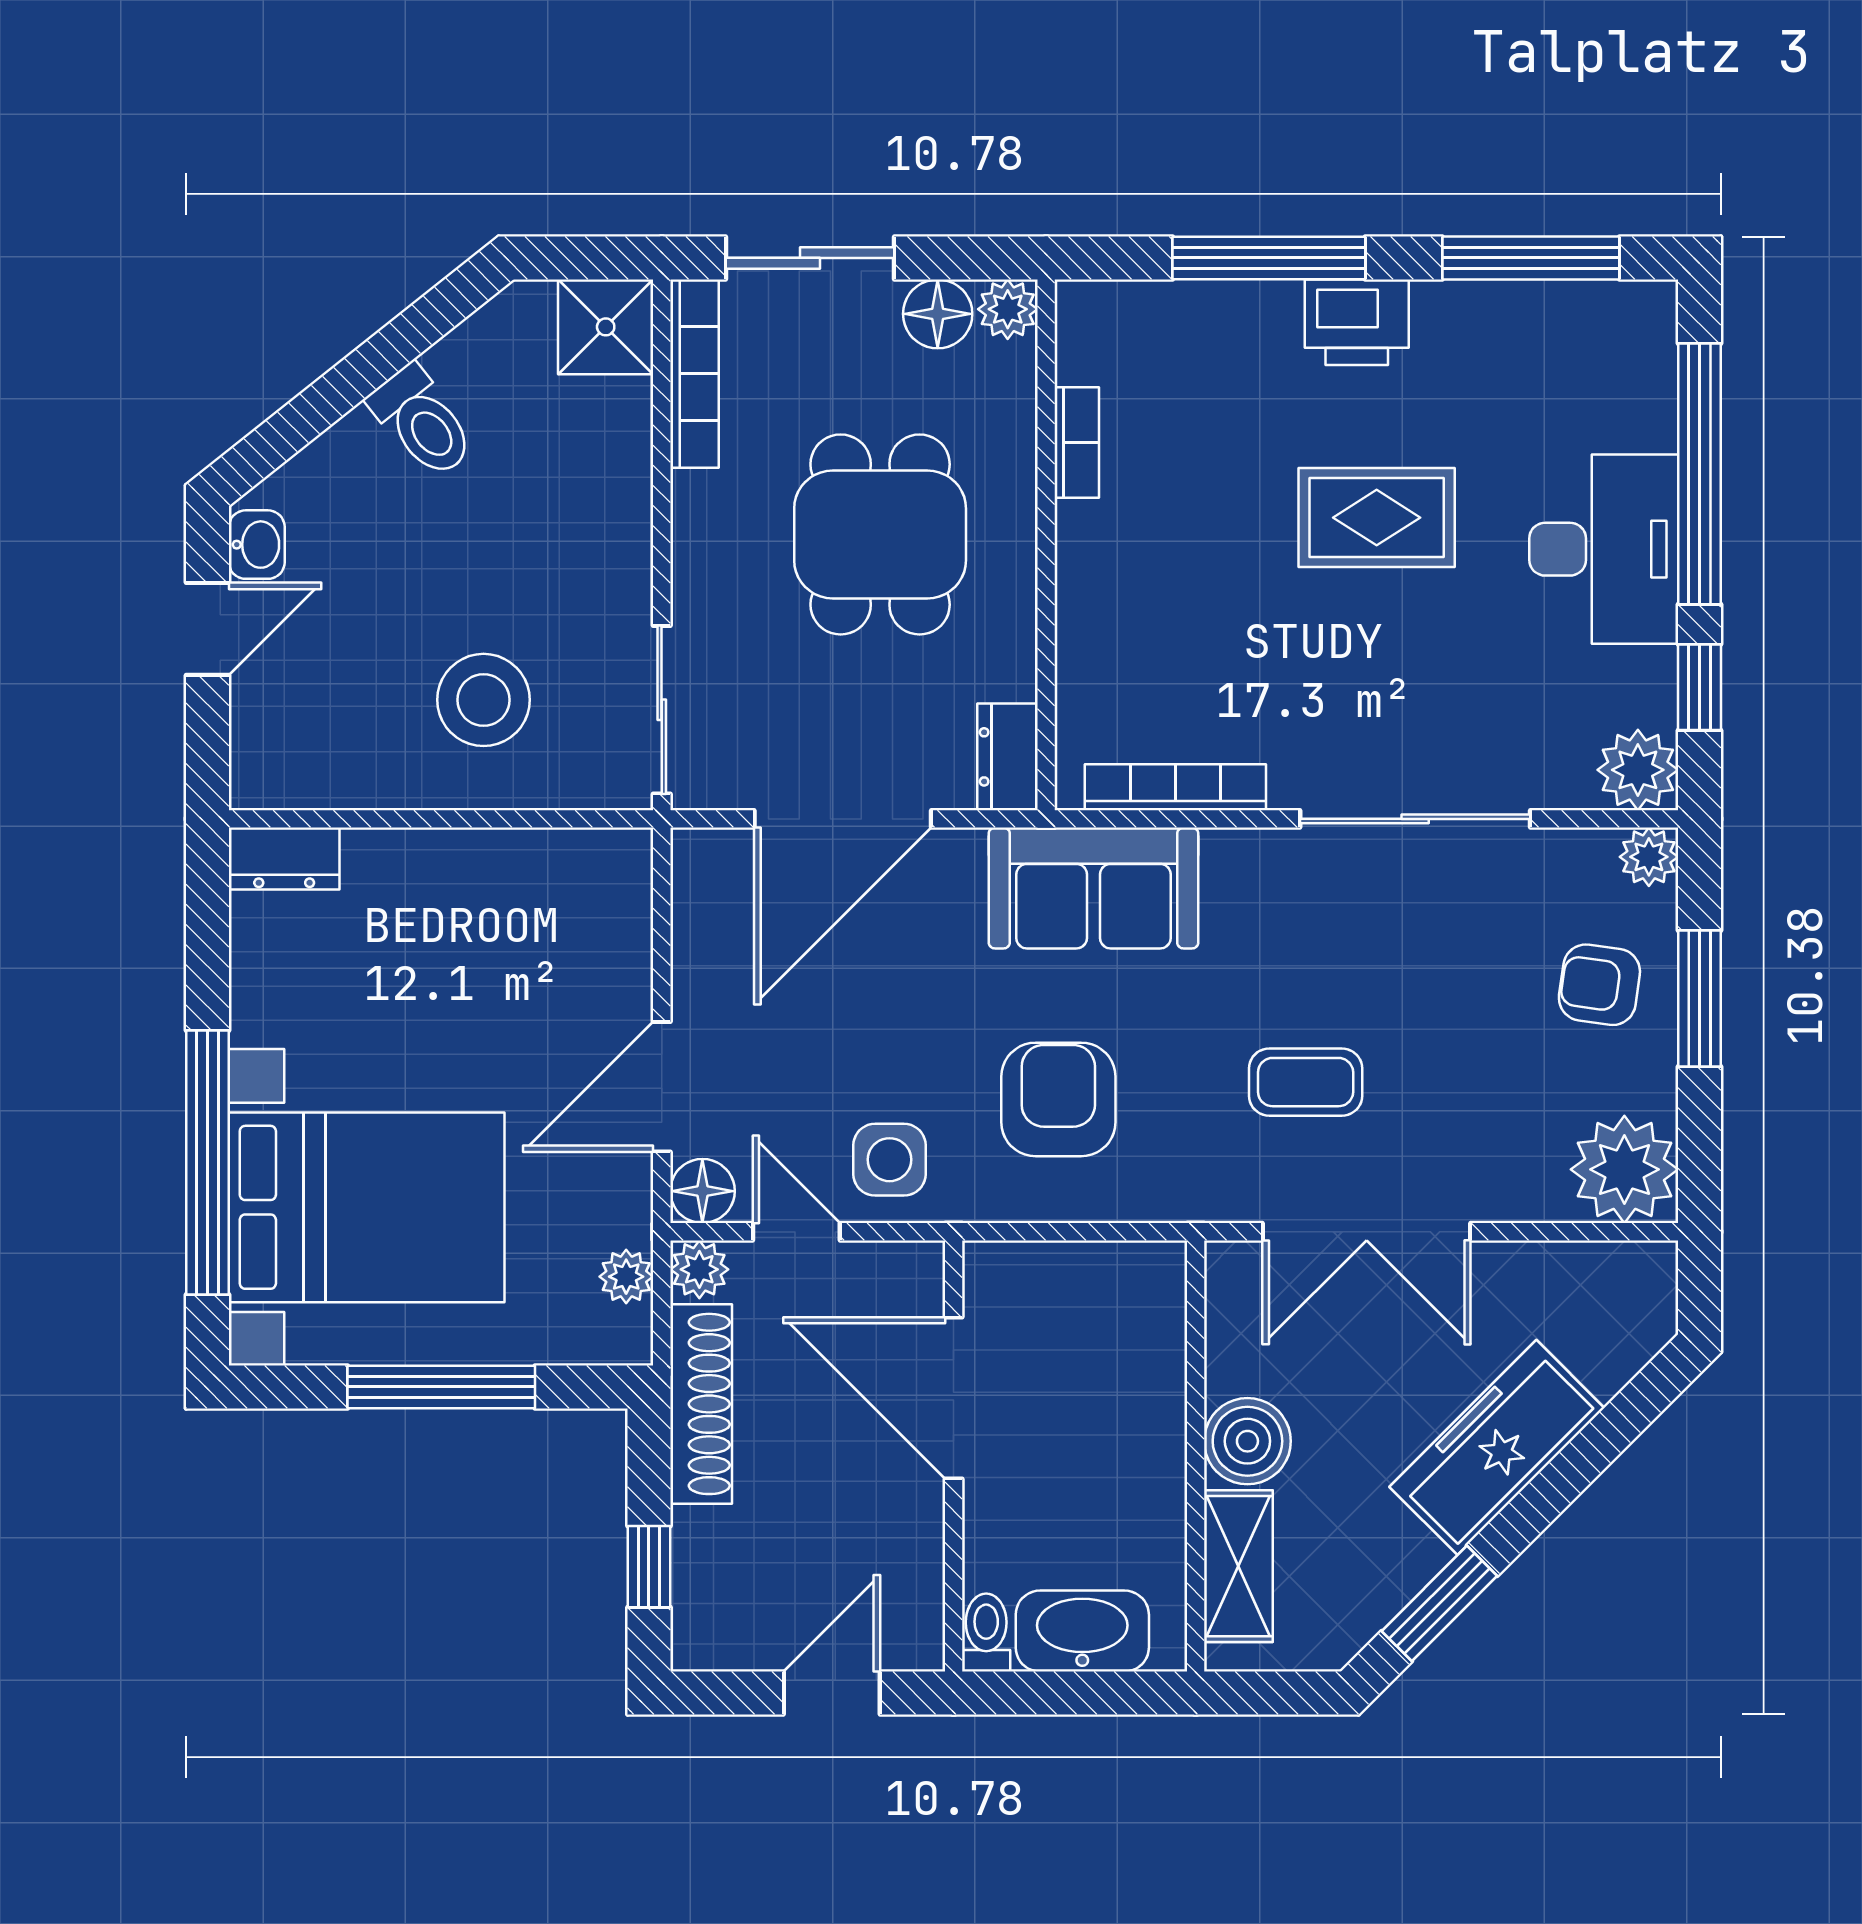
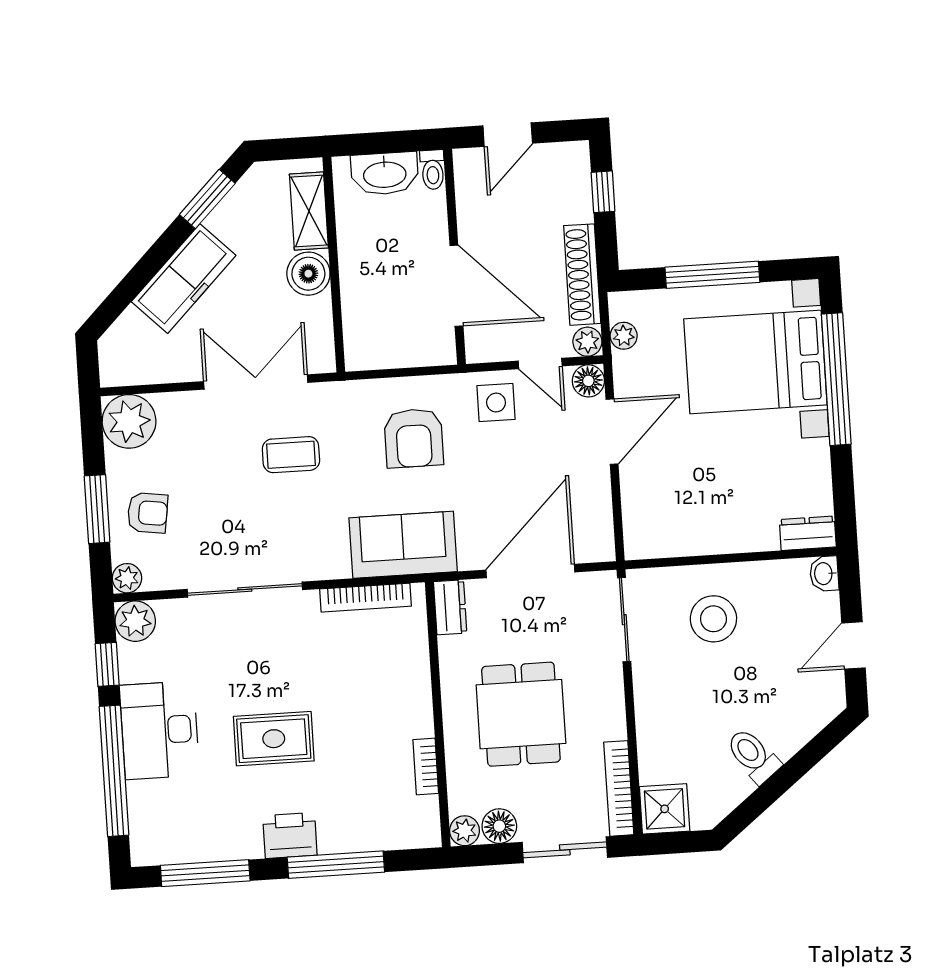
washbasin: (257, 545) -> (824, 574), moved

